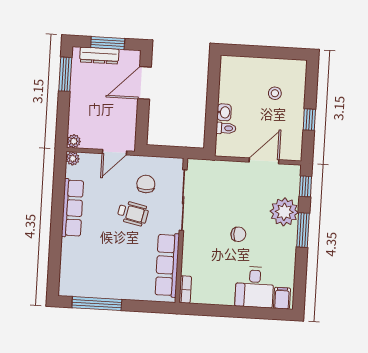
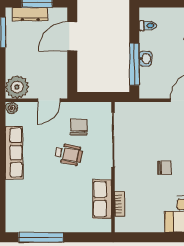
window: (211, 118) -> (134, 64), added
toilet: (226, 128) -> (148, 26), moved
plant: (74, 141) -> (17, 87), width x1.88, depth x1.88
row of seats: (167, 265) -> (102, 199), width x0.68
bookcase: (185, 290) -> (120, 204), moved

